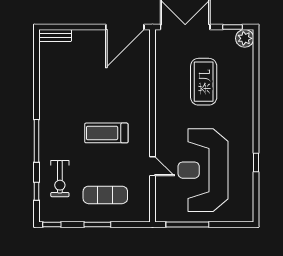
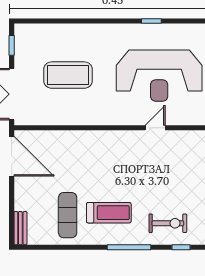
plant: (245, 38) -> (23, 33), removed
treadmill: (106, 133) -> (109, 213), moved, turned -90
exercise mat: (105, 195) -> (68, 215), moved

